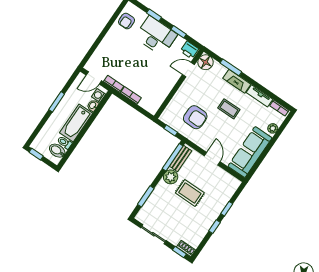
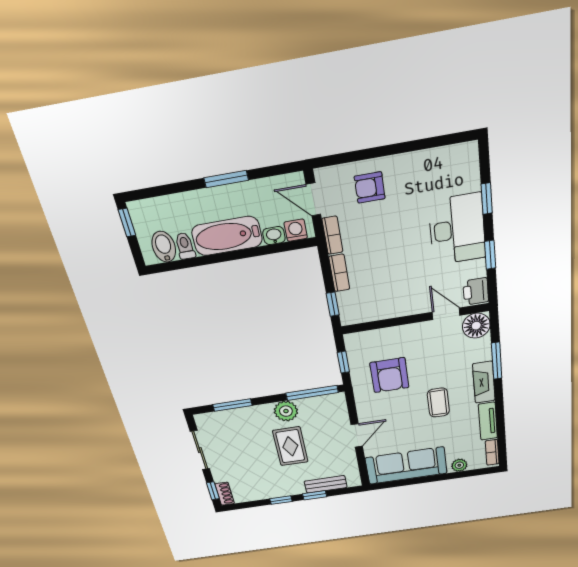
armchair: (127, 21) -> (370, 188), moved
window: (141, 110) -> (333, 304), added
bench: (181, 158) -> (326, 484), moved

